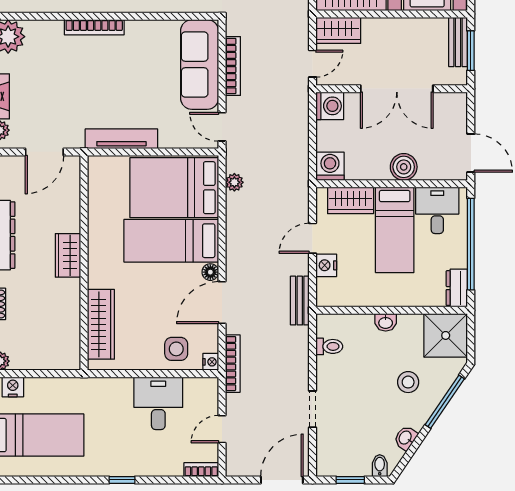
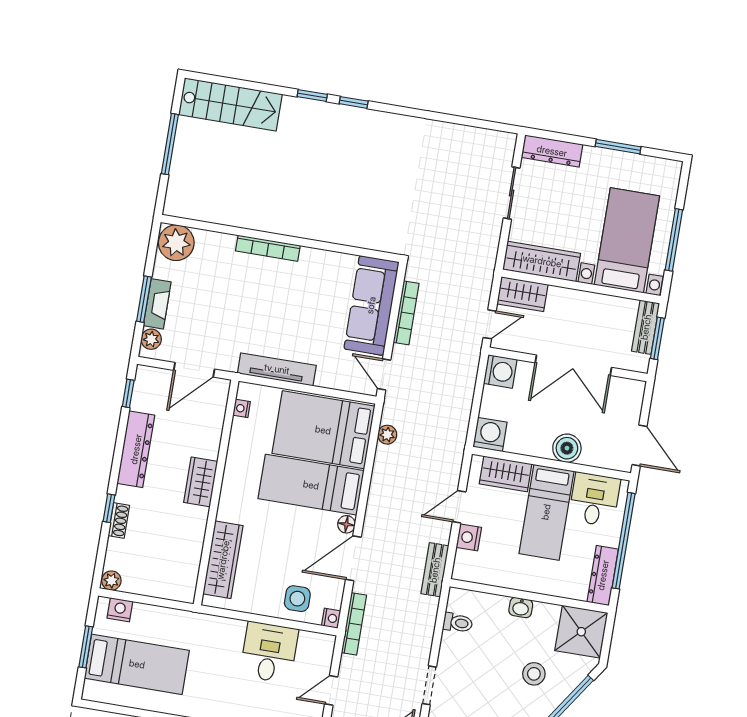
nightstand: (95, 181) -> (242, 408), added
dresser: (457, 288) -> (603, 575), width x1.44

